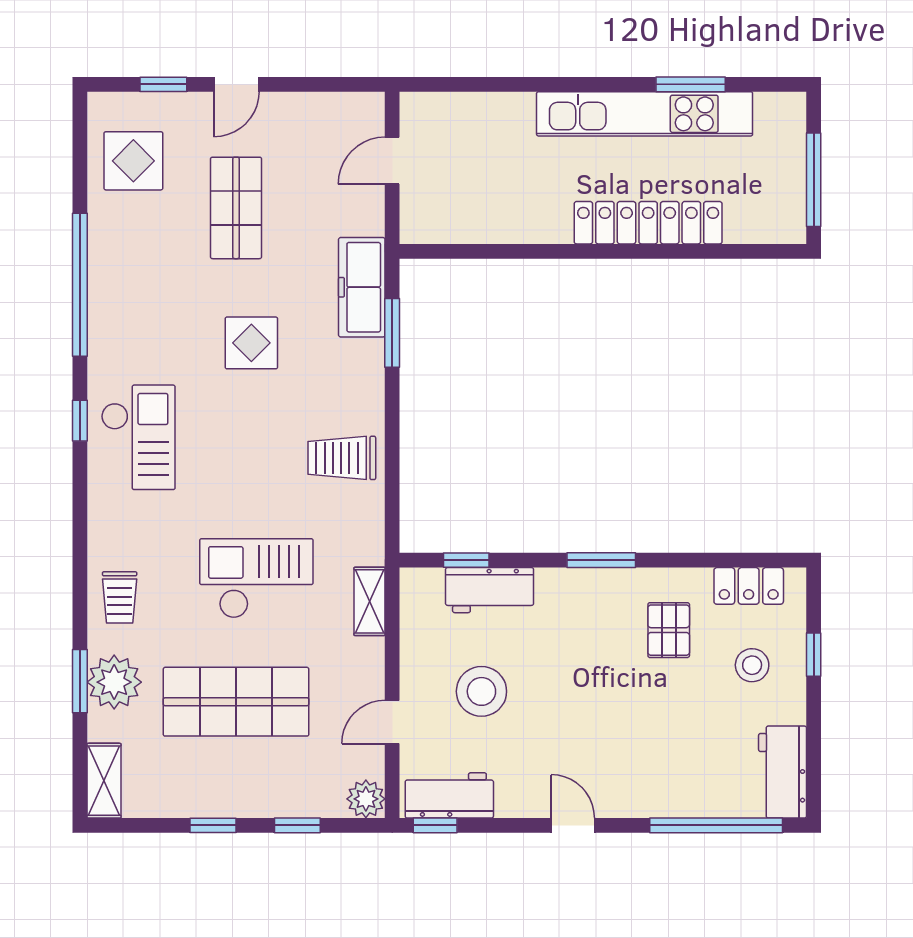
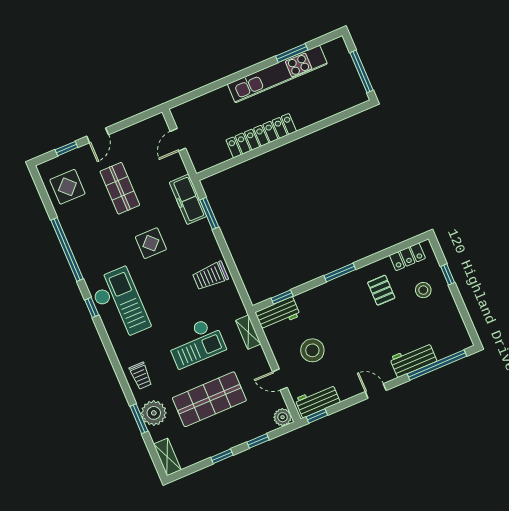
locker: (648, 223) -> (261, 136), moved
checkout: (138, 437) -> (120, 304), width x1.36, depth x1.21
checkout: (256, 578) -> (196, 343), turned 180
workbench: (490, 590) -> (278, 314), moved
door: (392, 722) -> (280, 380), hinge flipped
workbench: (783, 772) -> (413, 359), moved, turned 90

